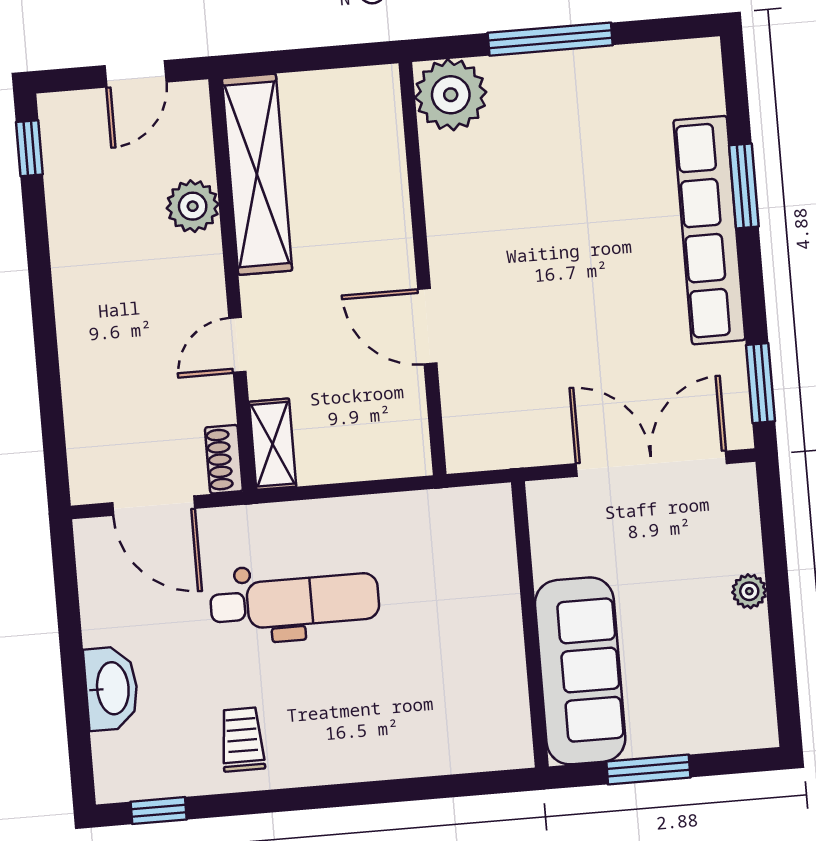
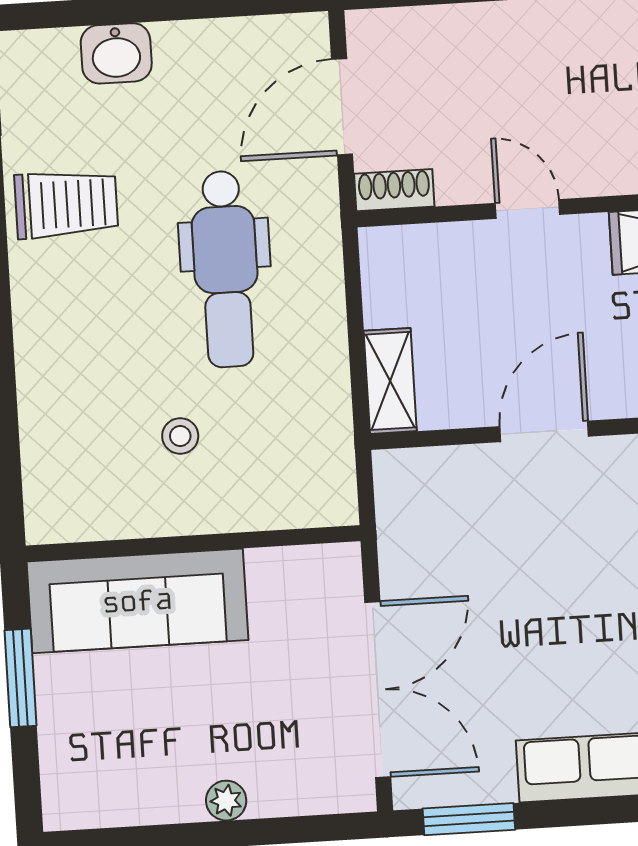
shelving: (273, 444) -> (390, 381), moved, turned 90
stool: (438, 638) -> (180, 436), added
washbasin: (111, 688) -> (116, 53), width x0.72
trolley: (242, 739) -> (66, 204), width x1.36, depth x1.39

